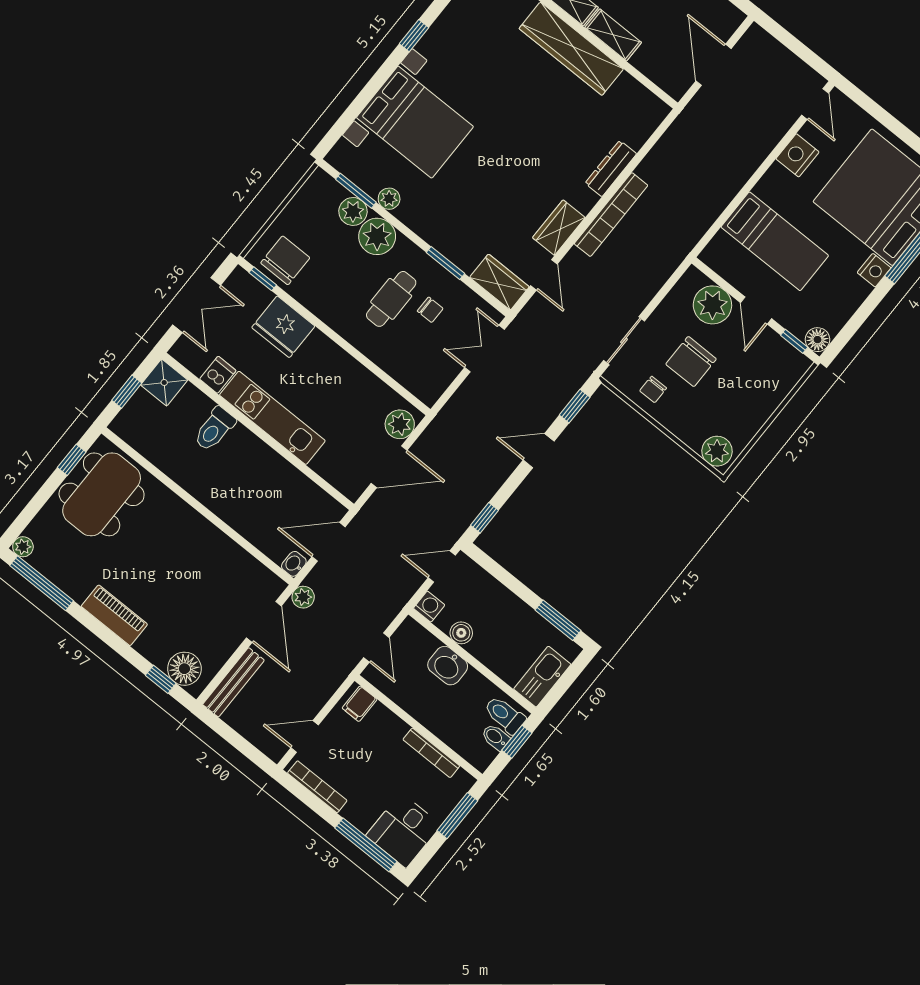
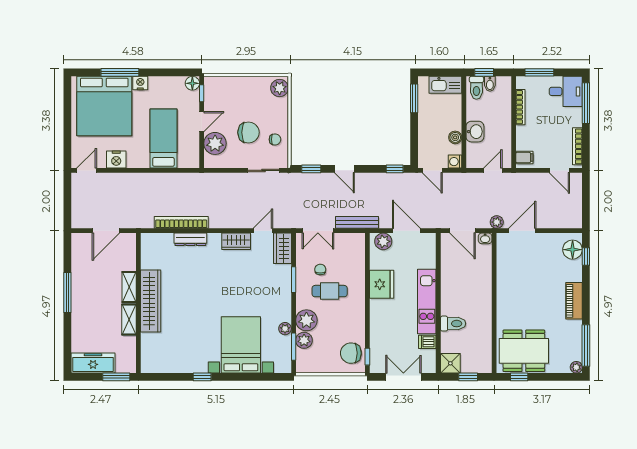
bookcase: (611, 215) -> (181, 222), moved
fridge: (283, 327) -> (382, 284), moved
bench: (233, 682) -> (357, 222), moved

